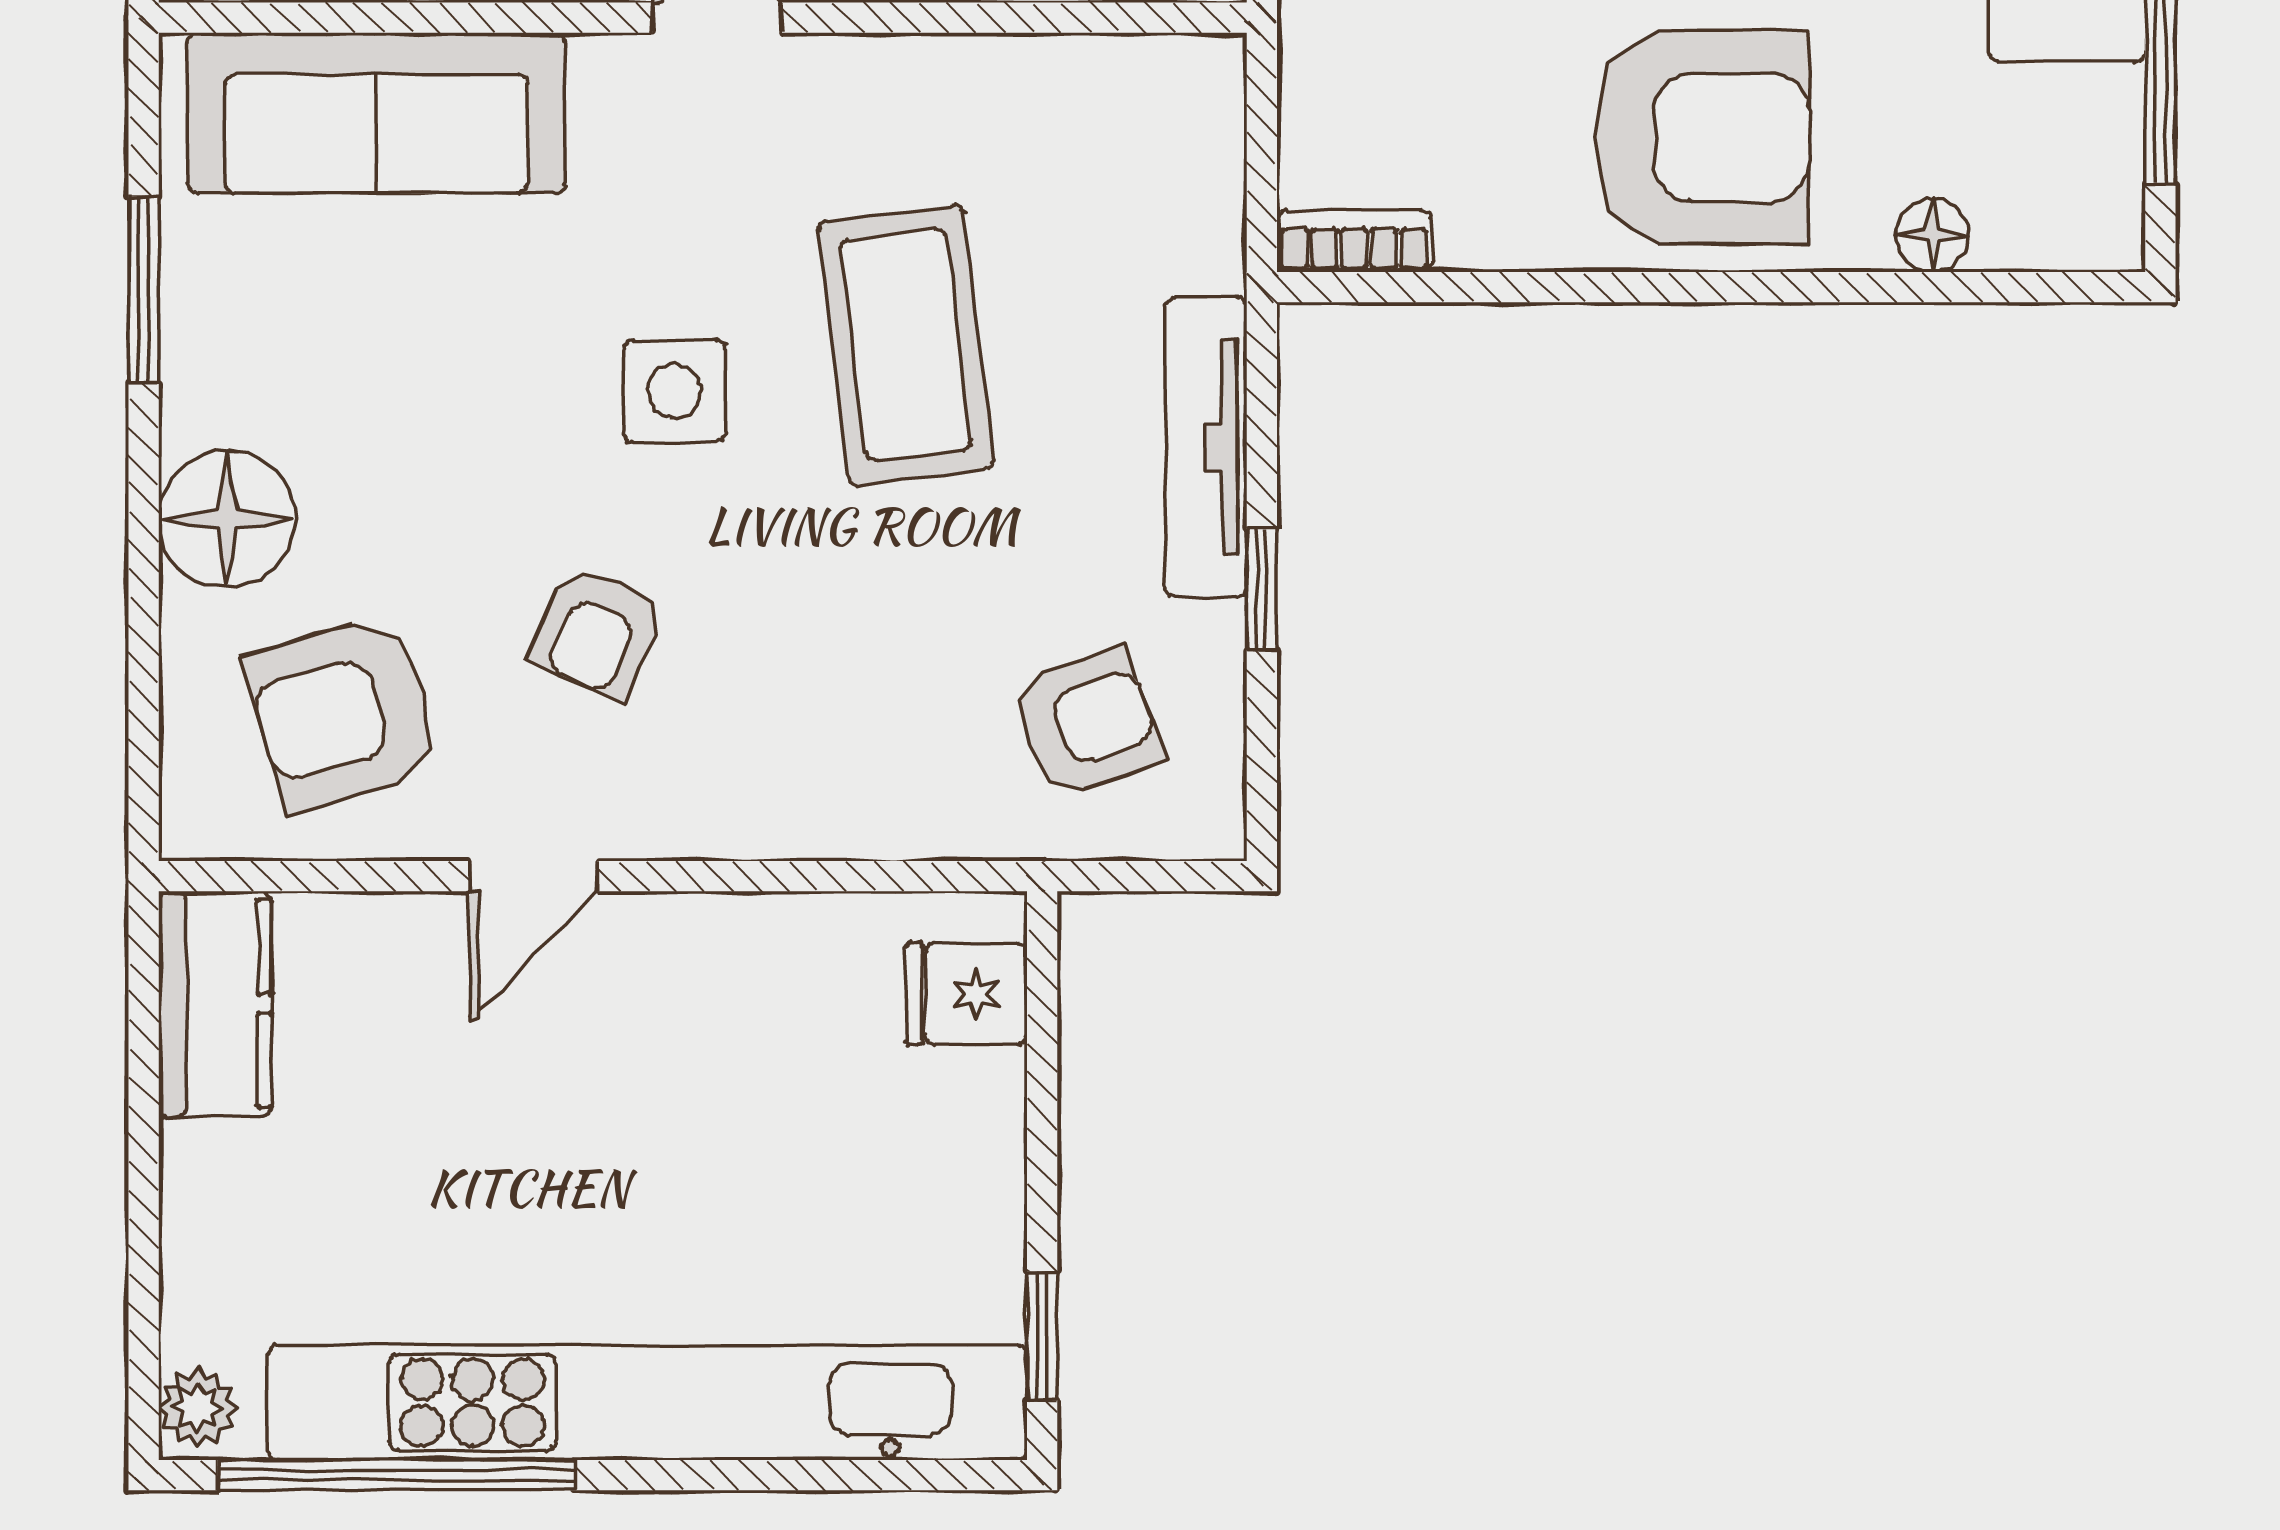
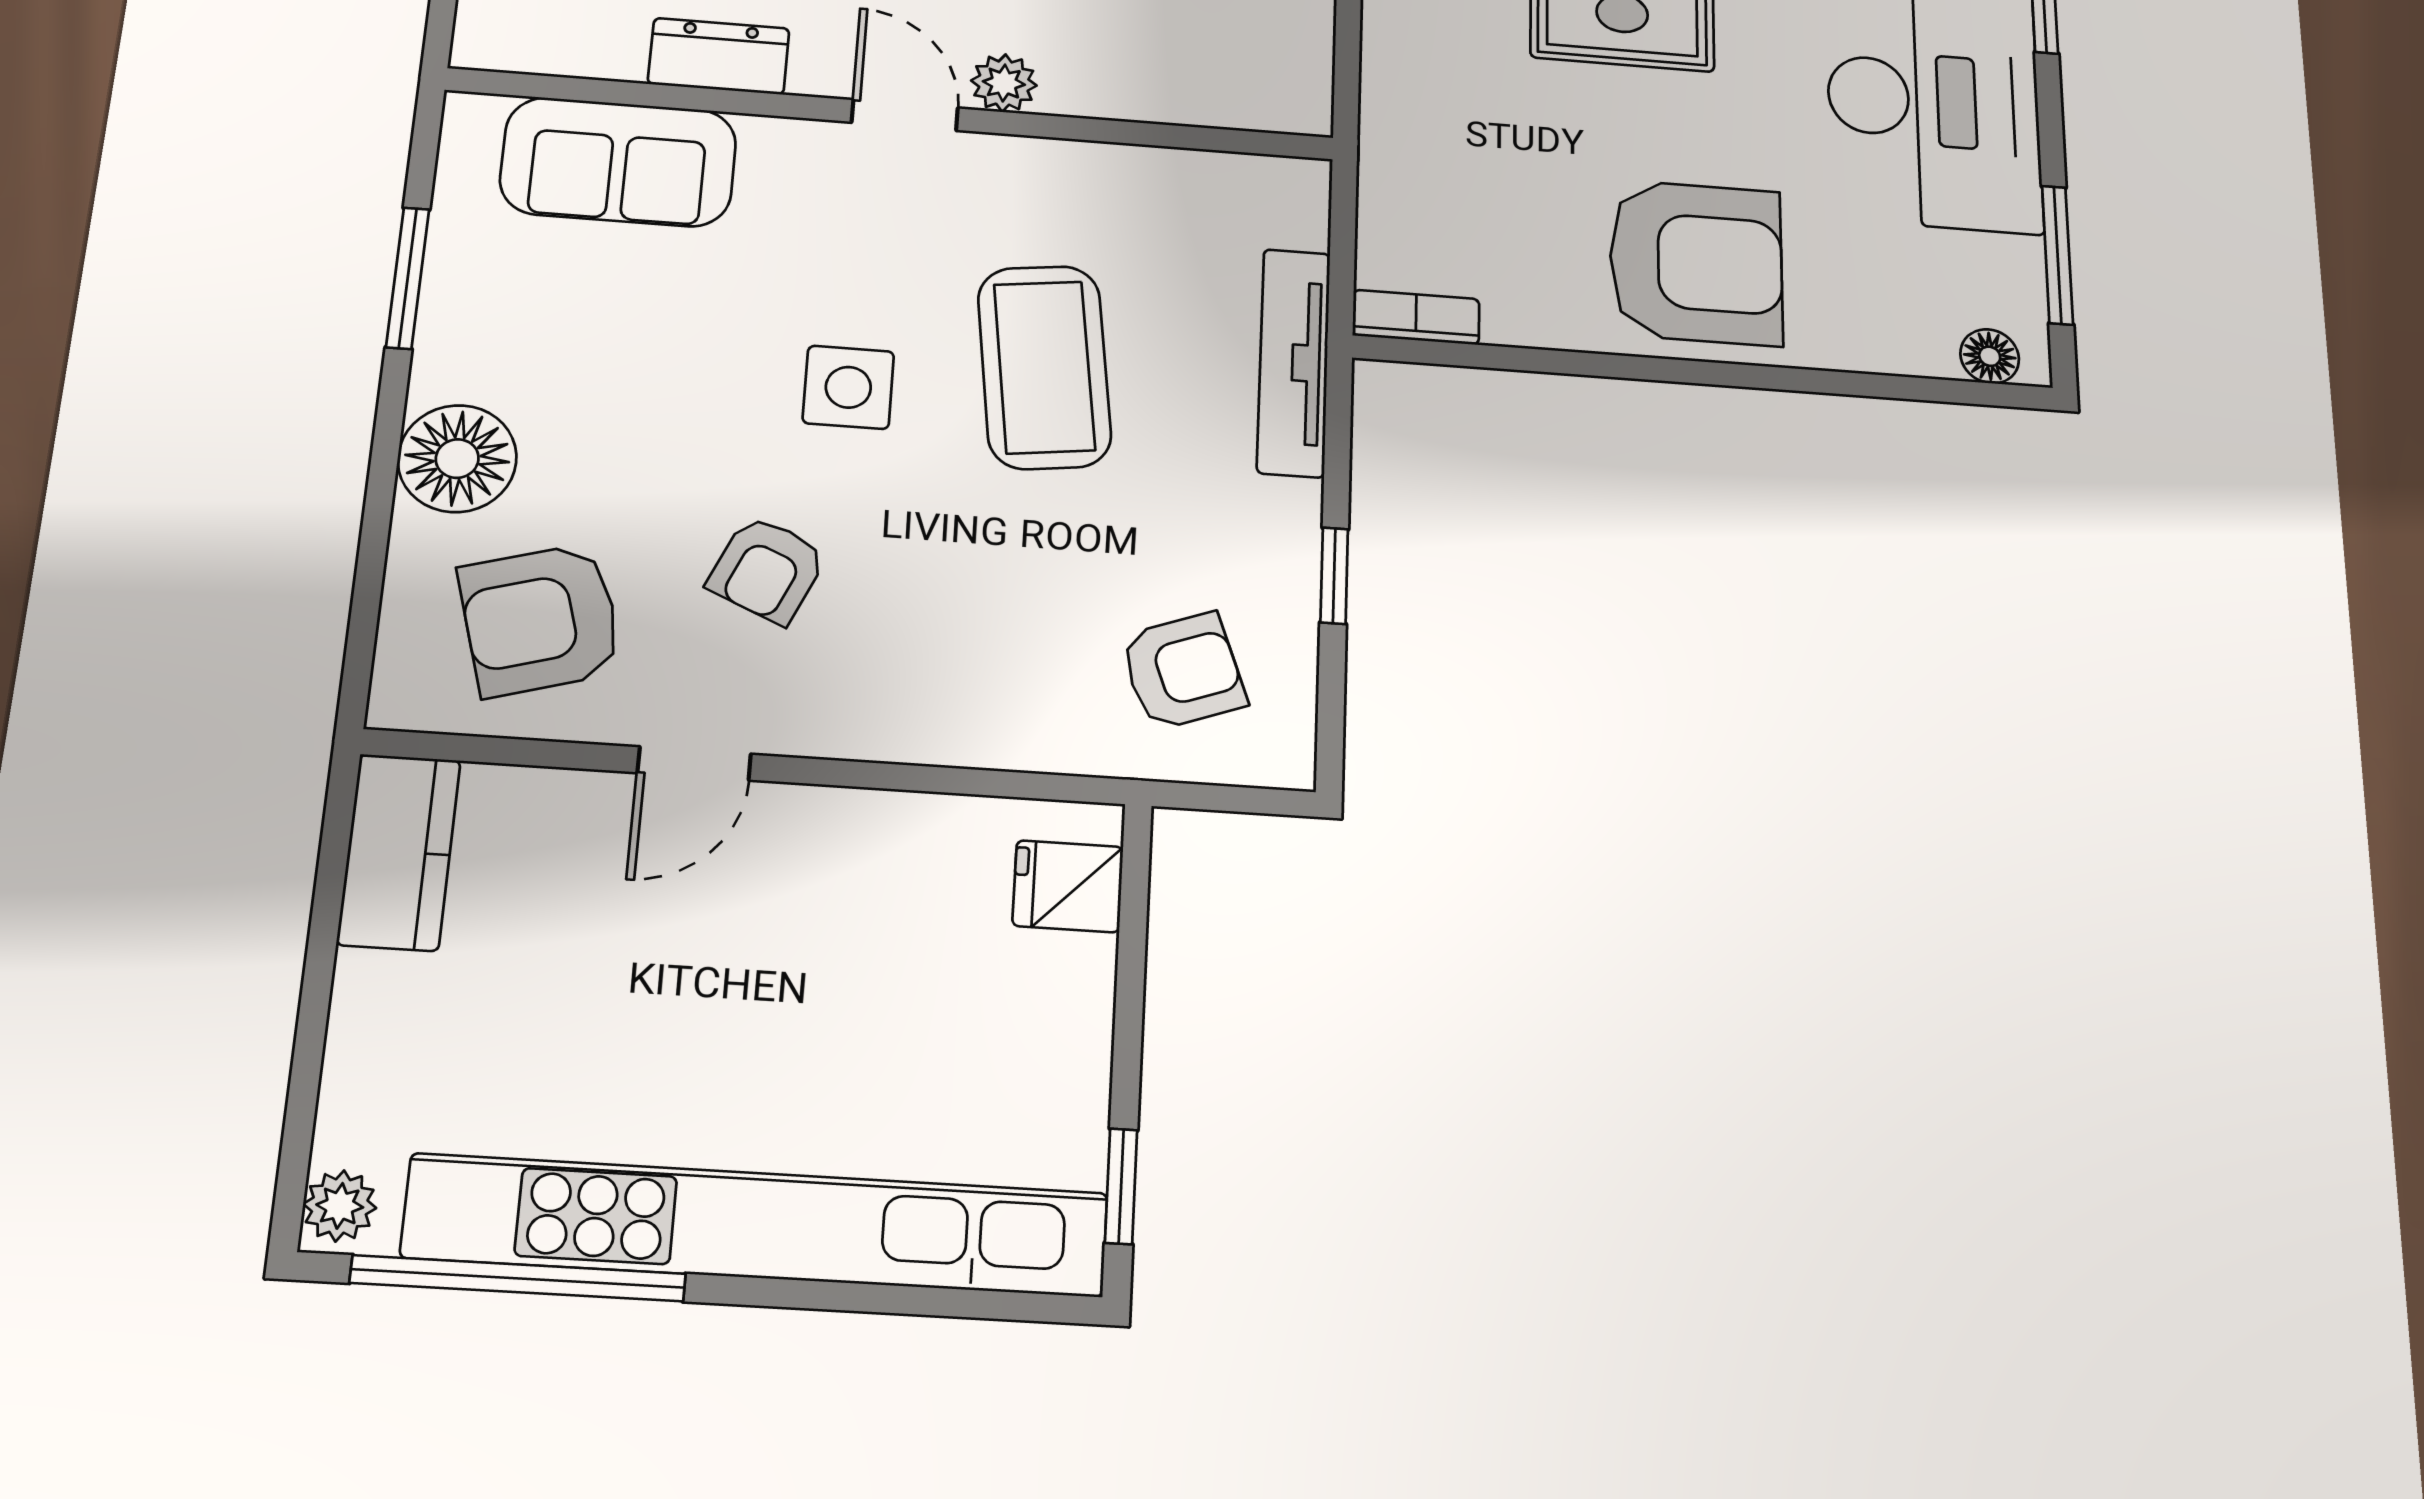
sofa: (376, 113) -> (618, 162), width x0.73
floor lamp: (1932, 235) -> (1990, 356), moved
tv unit: (1206, 447) -> (1294, 362), moved

